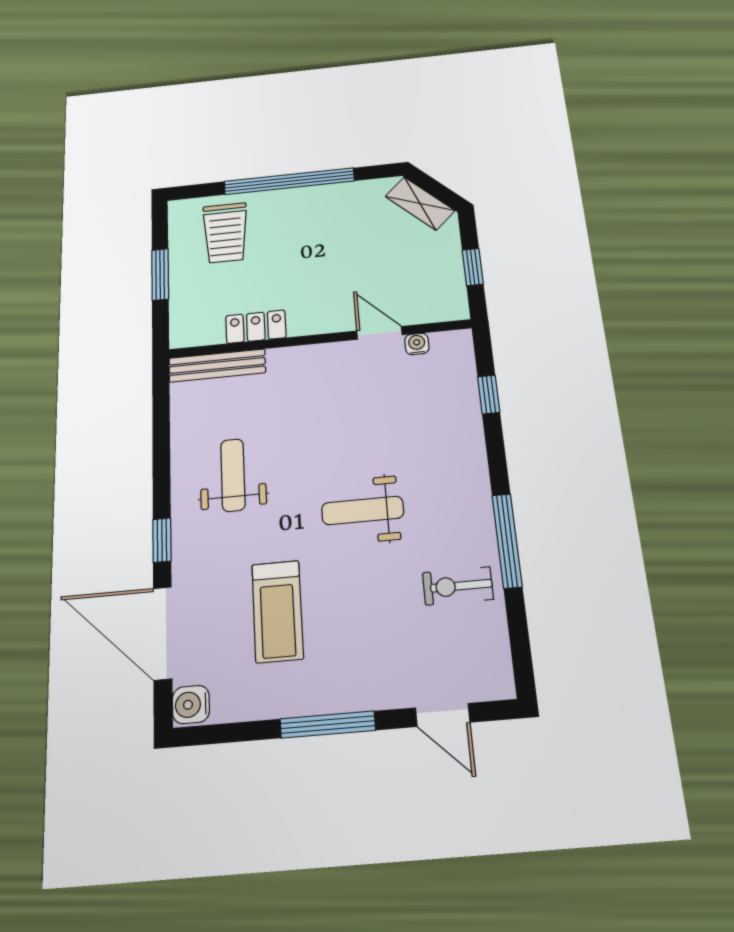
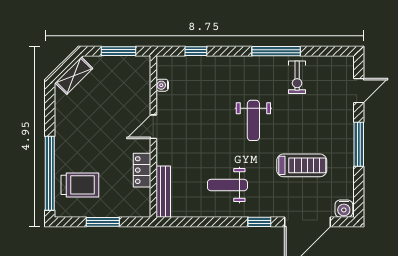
window: (289, 181) -> (50, 173), moved
window: (473, 267) -> (119, 51), width x1.50
door: (379, 333) -> (153, 127), moved

